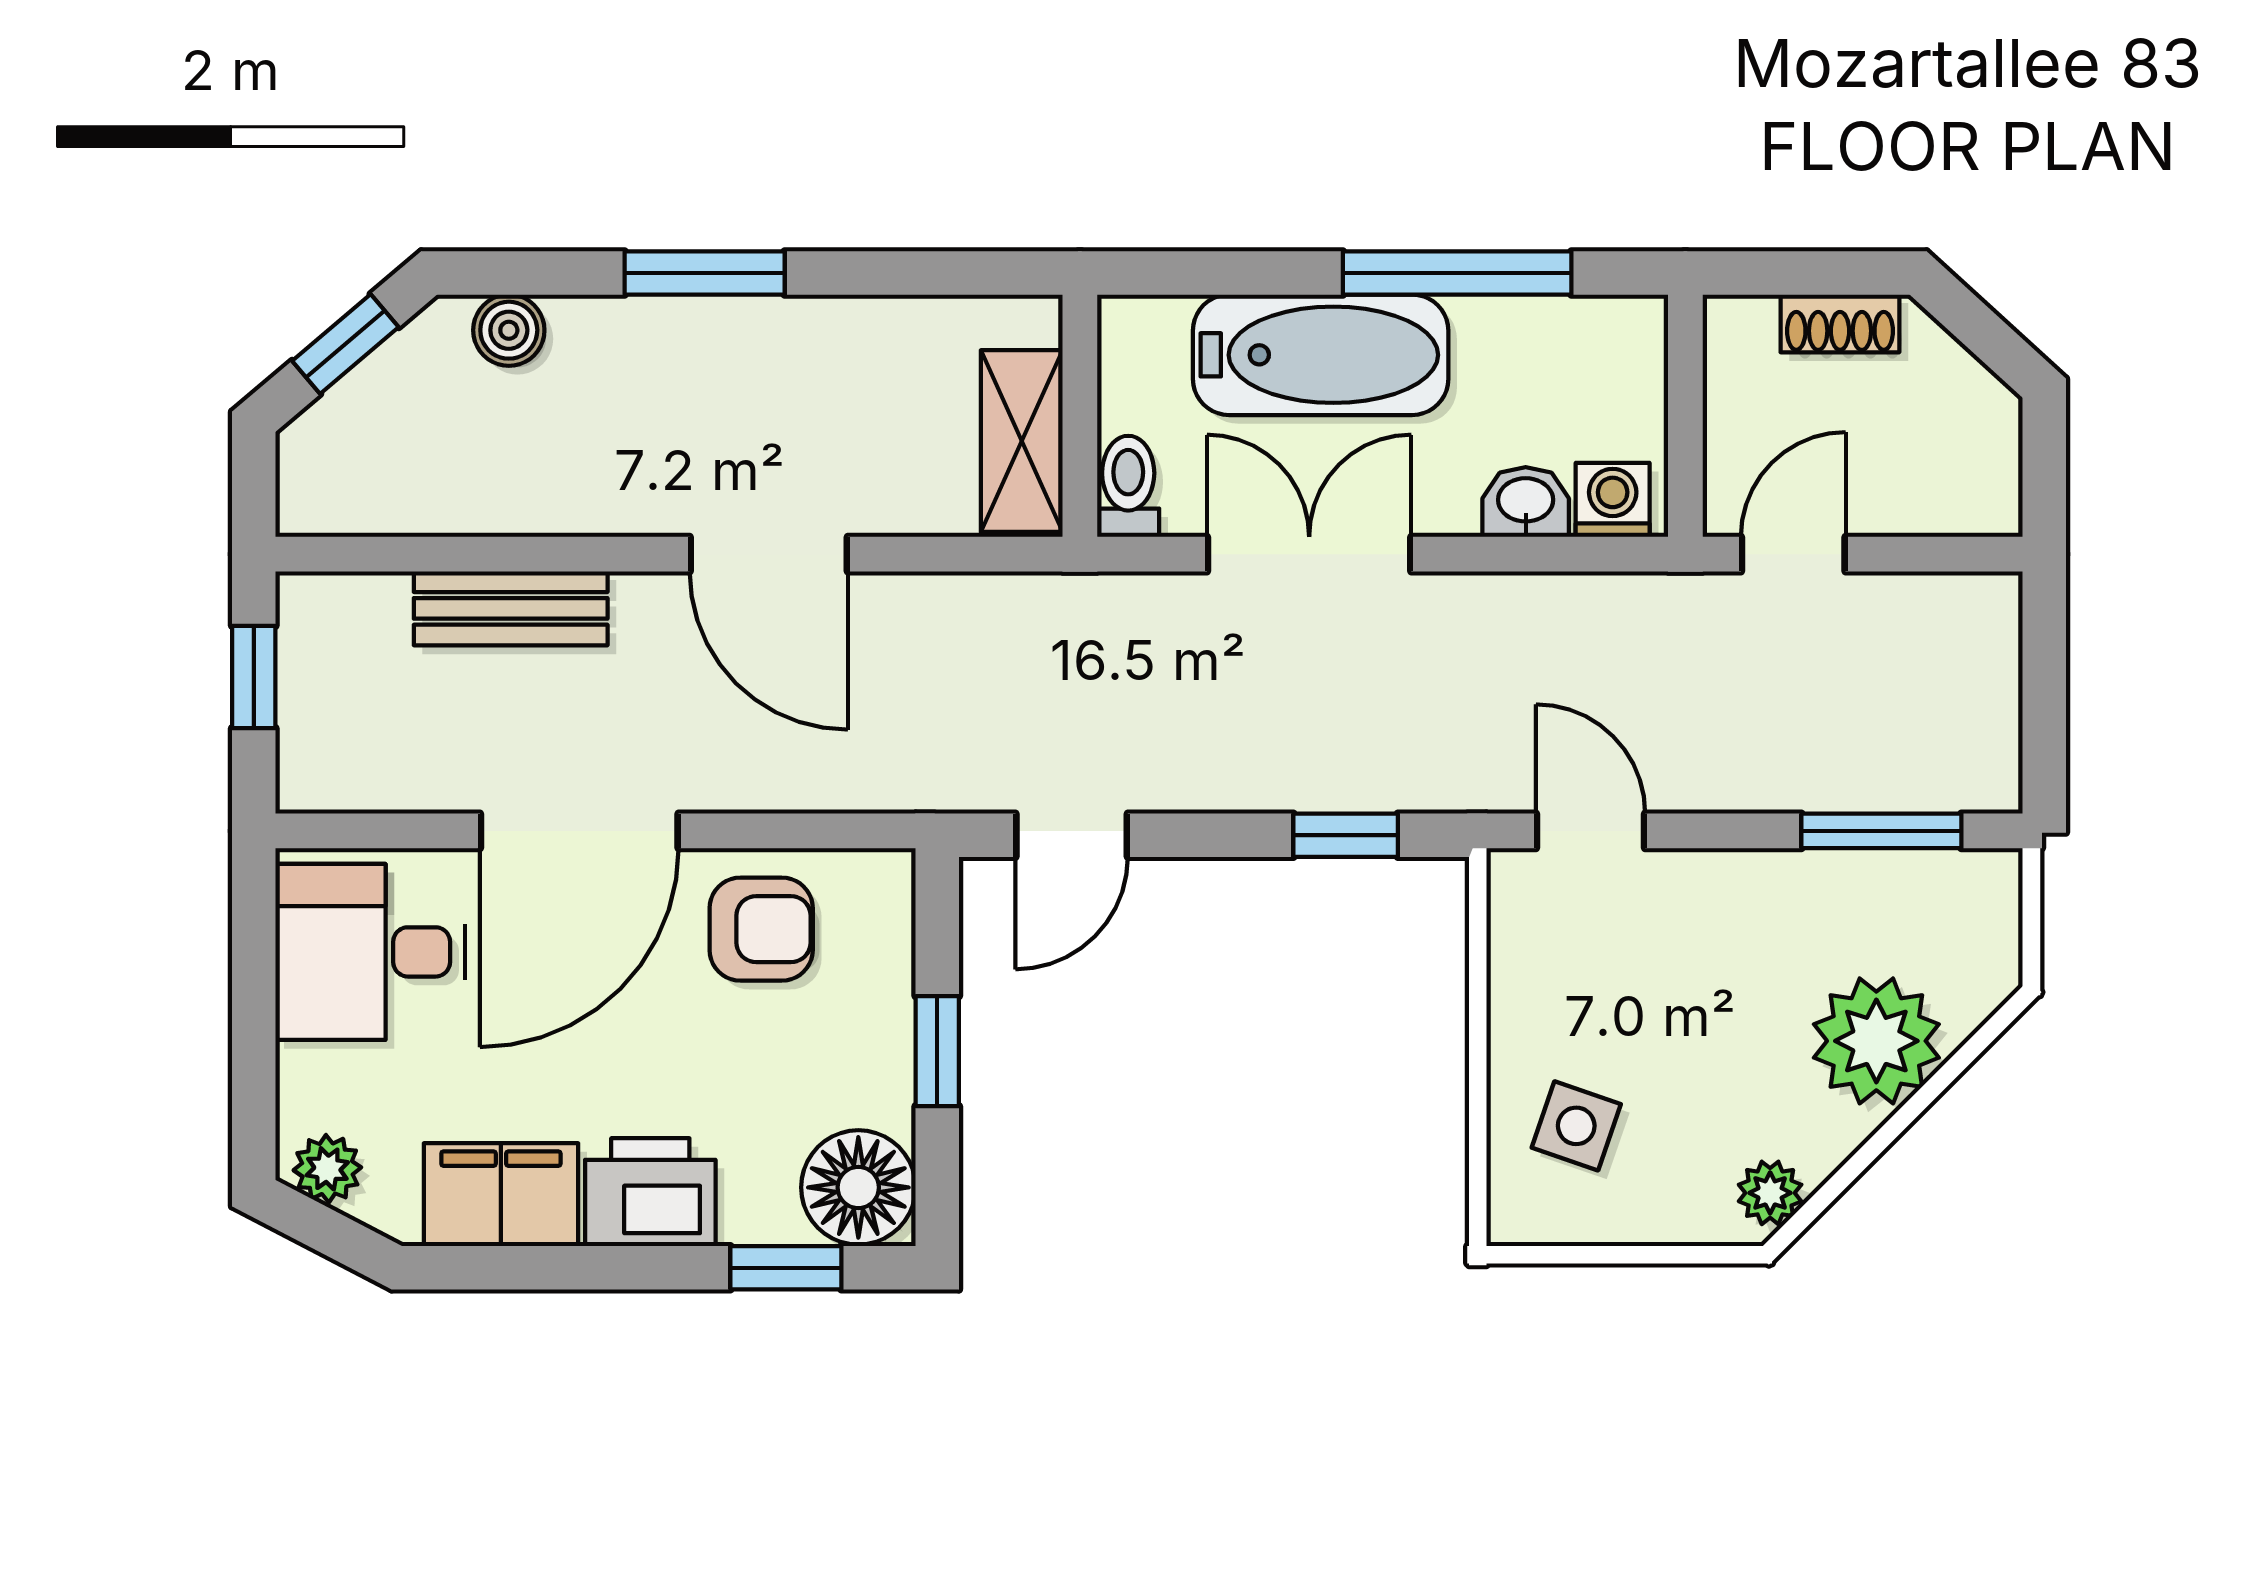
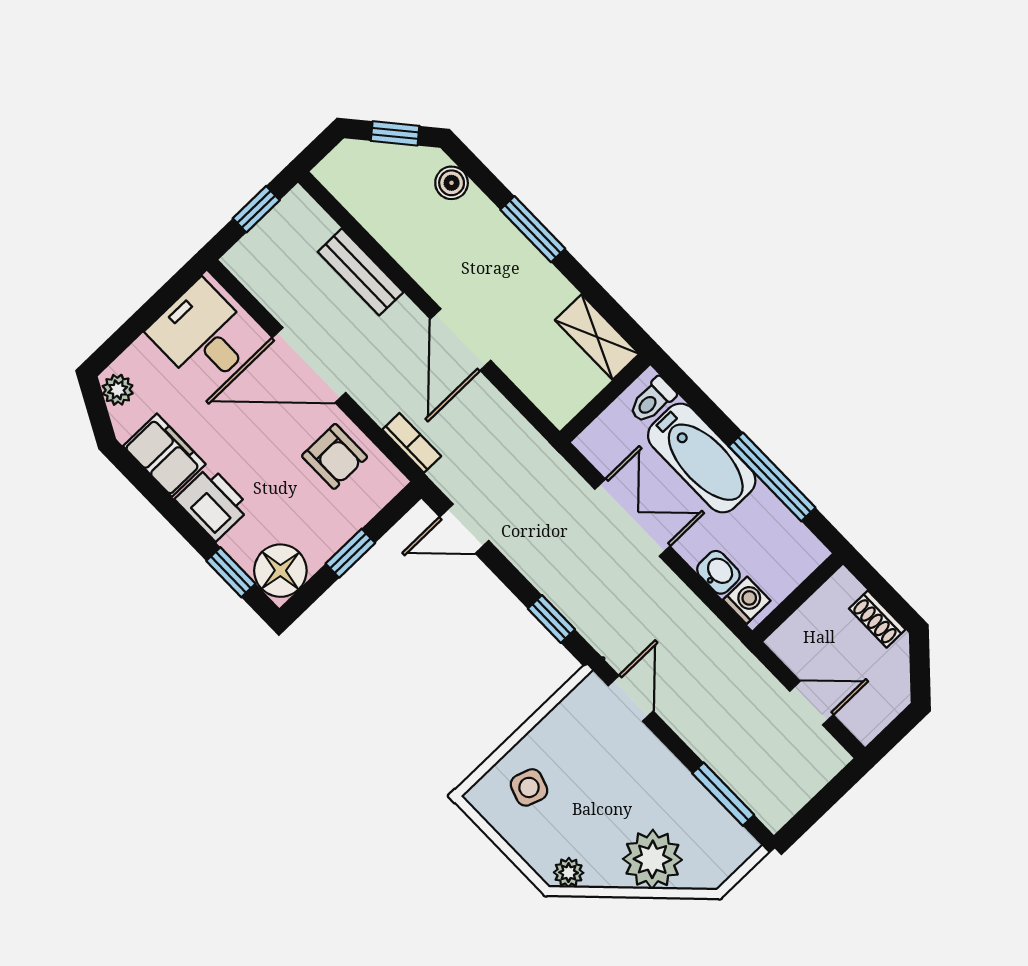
shelving: (1022, 441) -> (597, 337), moved, turned 90
toilet: (1128, 486) -> (652, 400), moved, turned 180
door: (1793, 554) -> (811, 703), moved
bookcase: (857, 787) -> (412, 443), added

